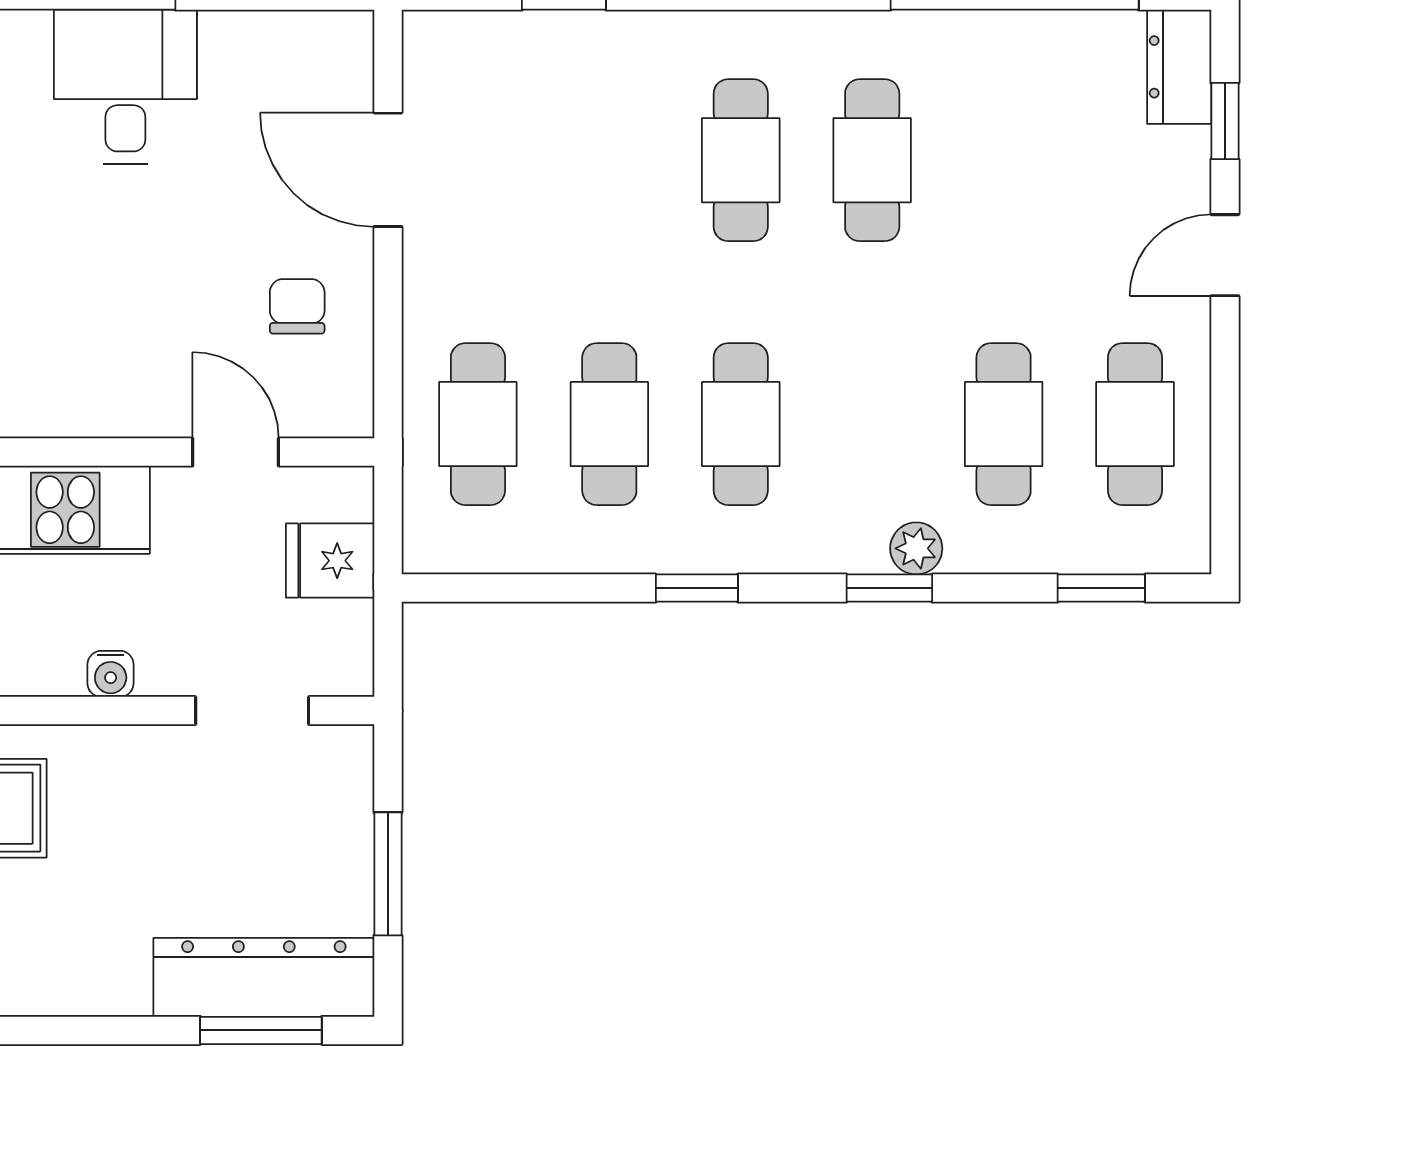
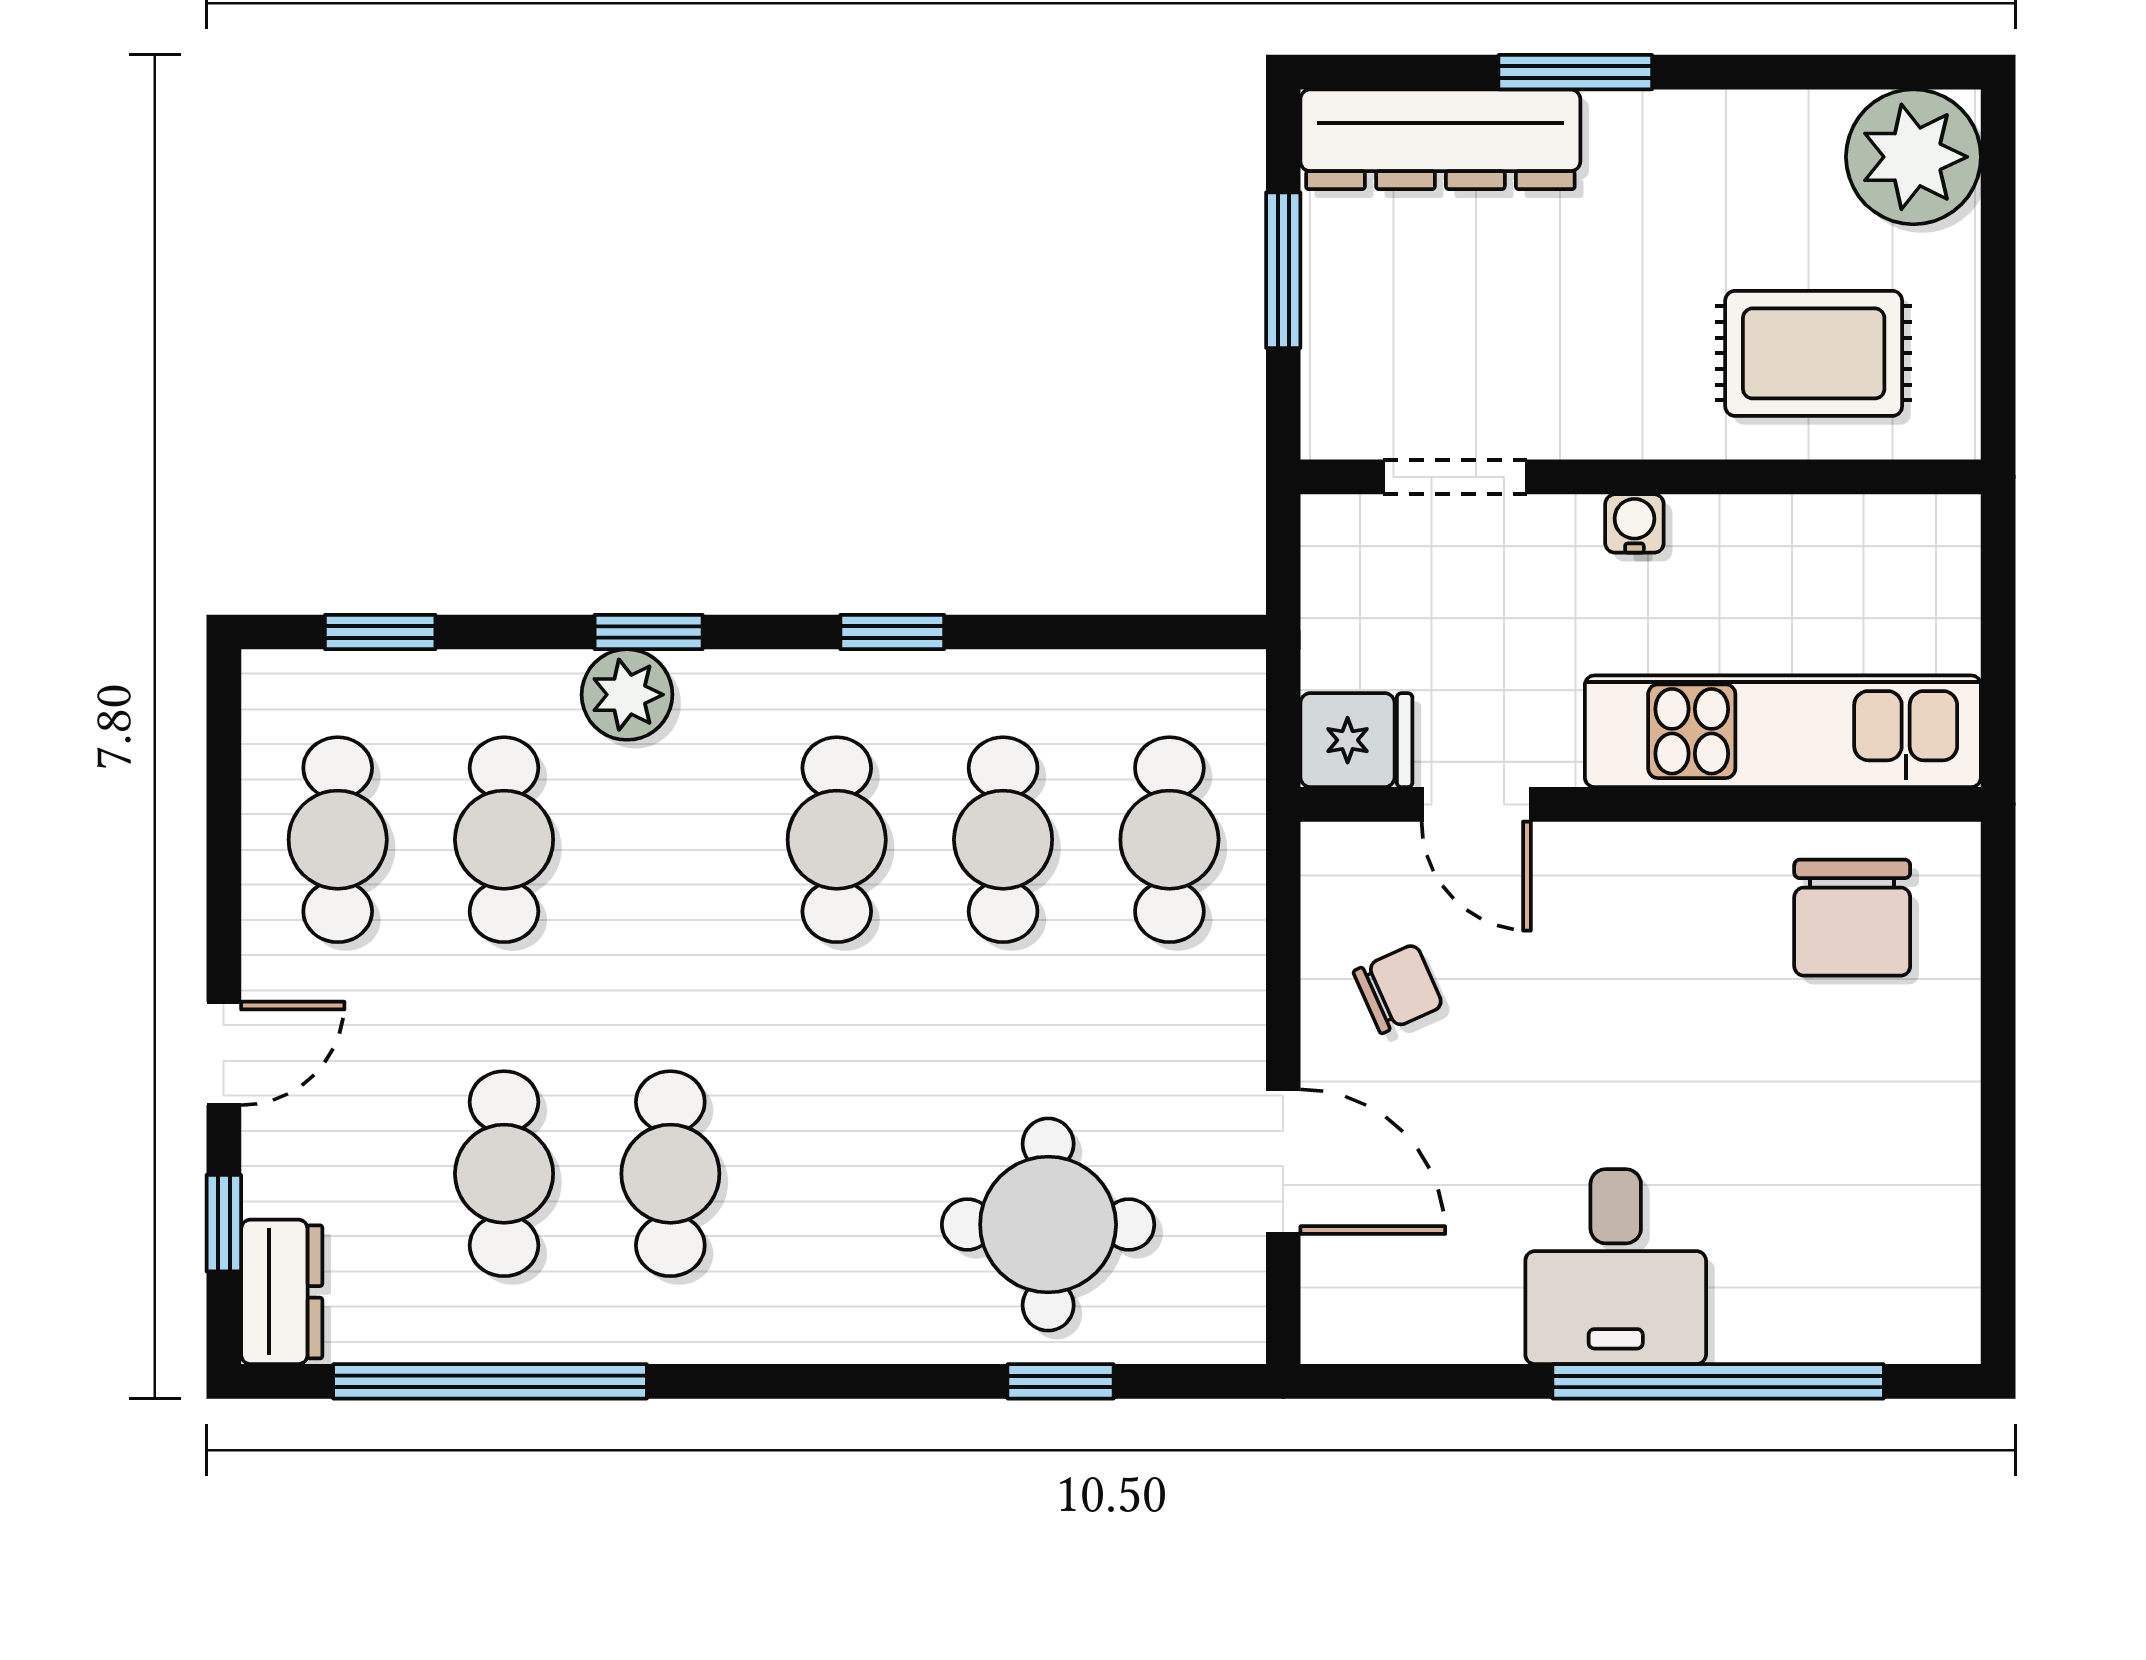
round table: (574, 120) -> (1048, 1225), added
cafe table: (741, 160) -> (504, 1174), moved
chair: (297, 306) -> (1398, 989), turned -114
plant: (916, 548) -> (627, 695), width x1.38, depth x1.38
fridge: (330, 561) -> (1356, 740), moved
window: (261, 1030) -> (1575, 72), moved

